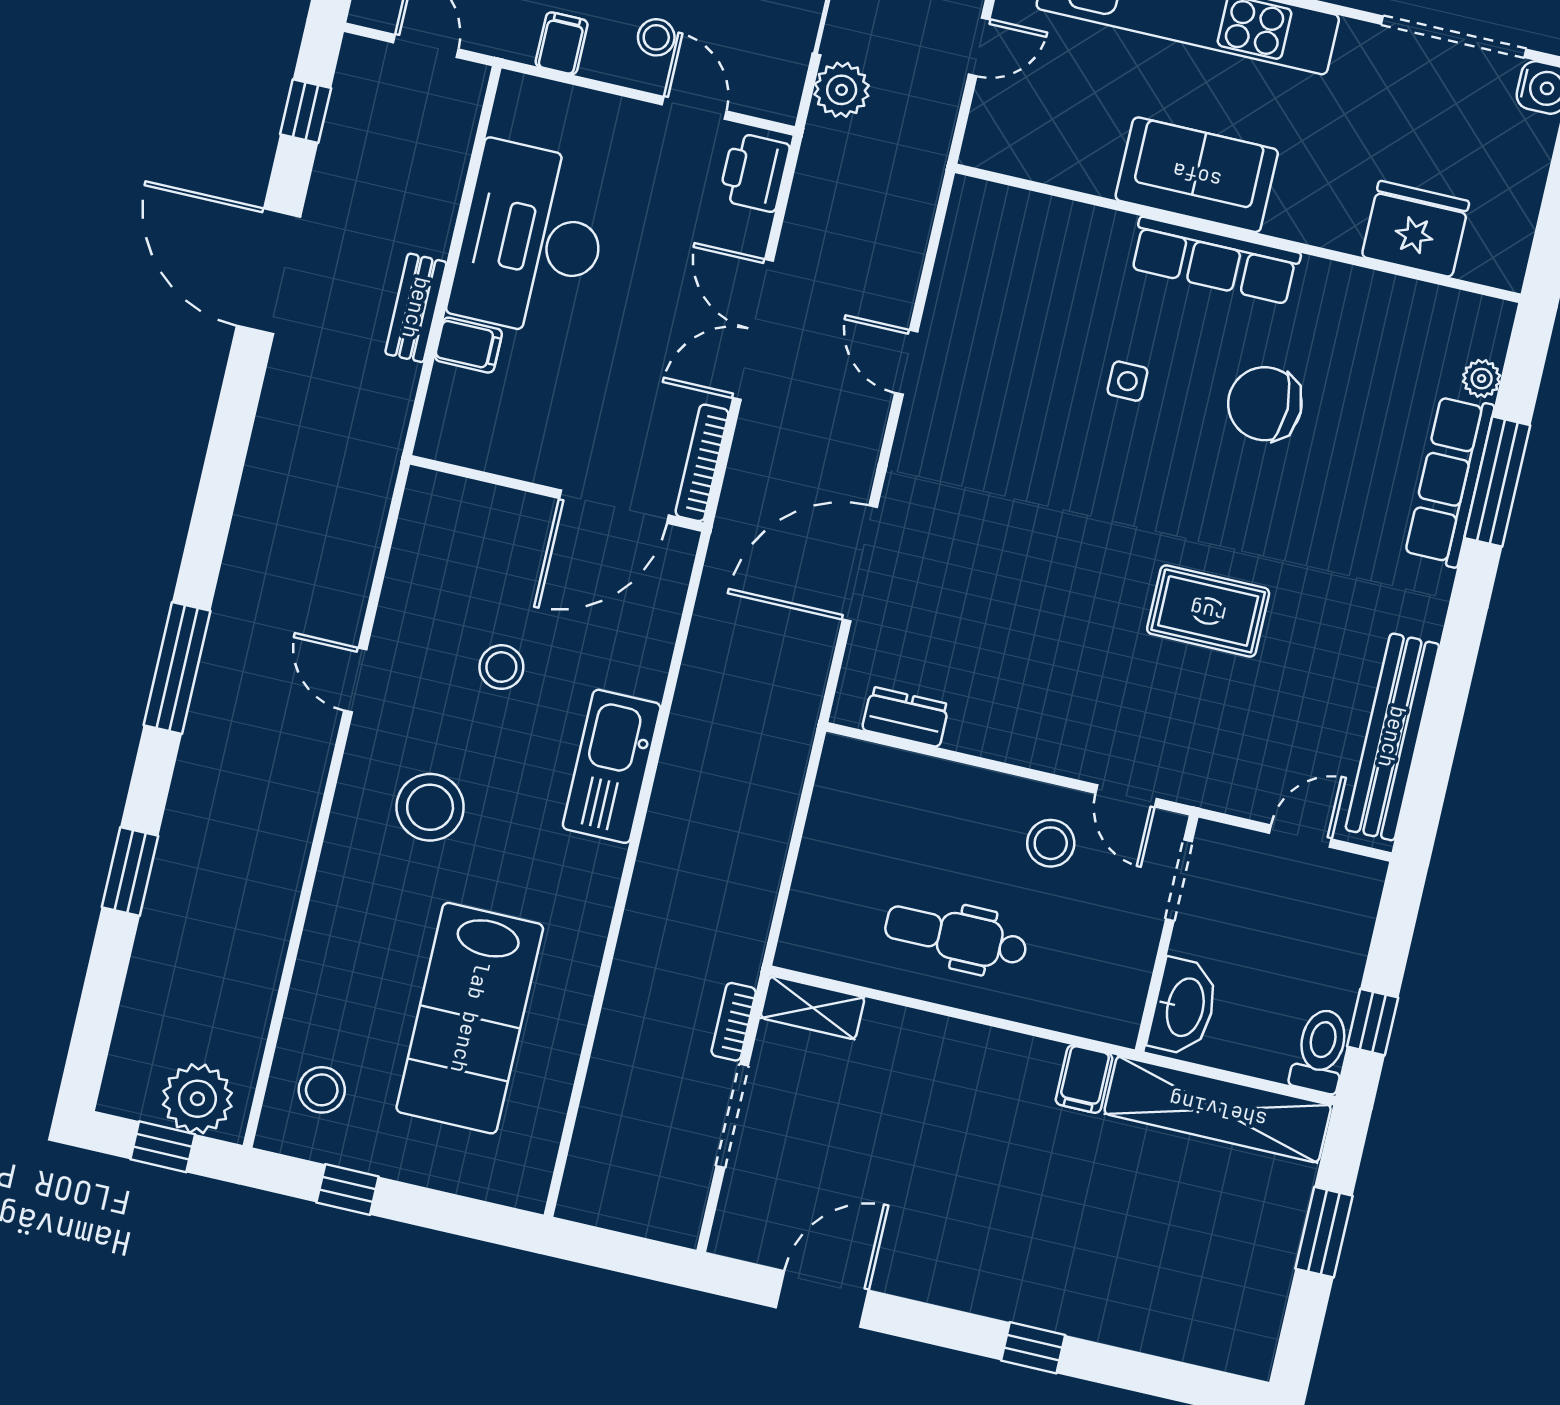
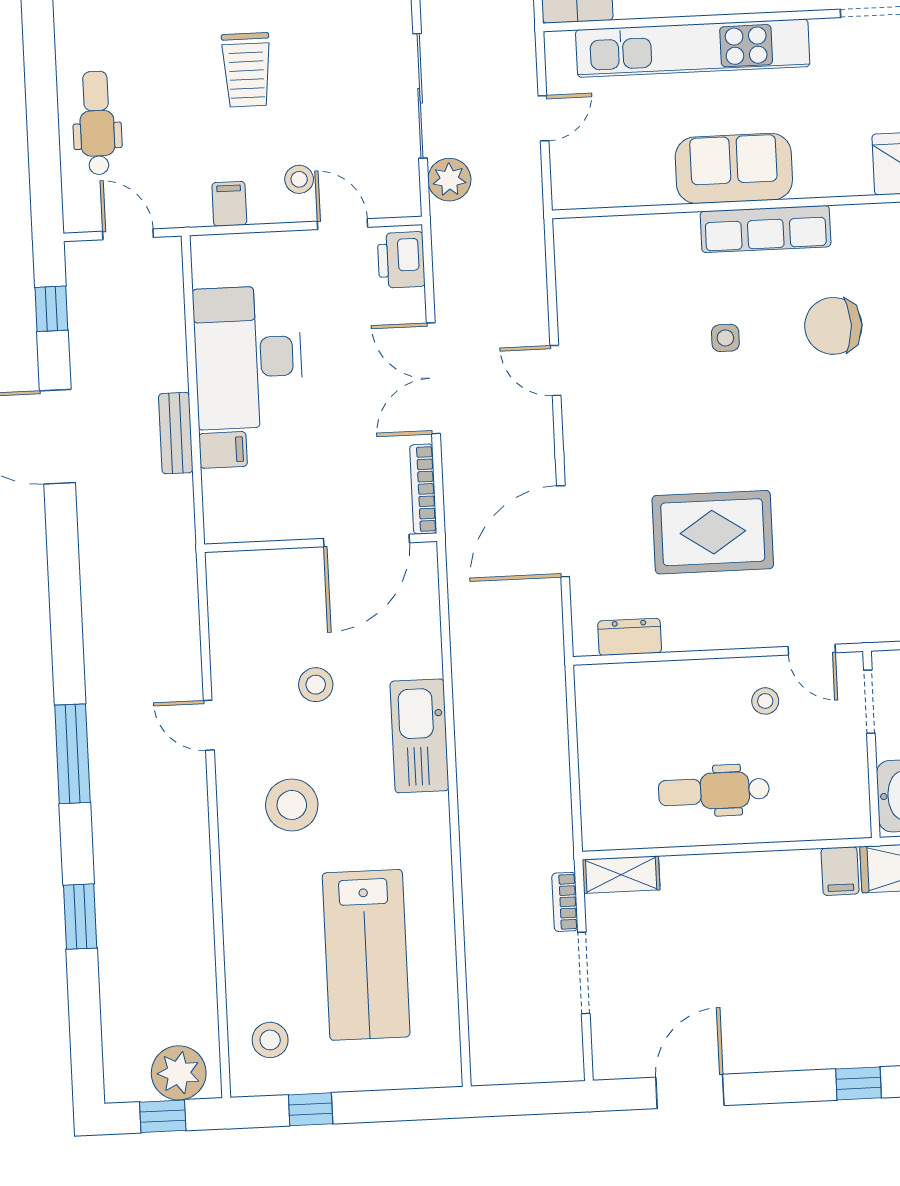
rug: (1208, 611) -> (713, 532), moved, width x1.36, depth x1.43
stool: (1051, 843) -> (765, 701), width x0.73, depth x0.73

